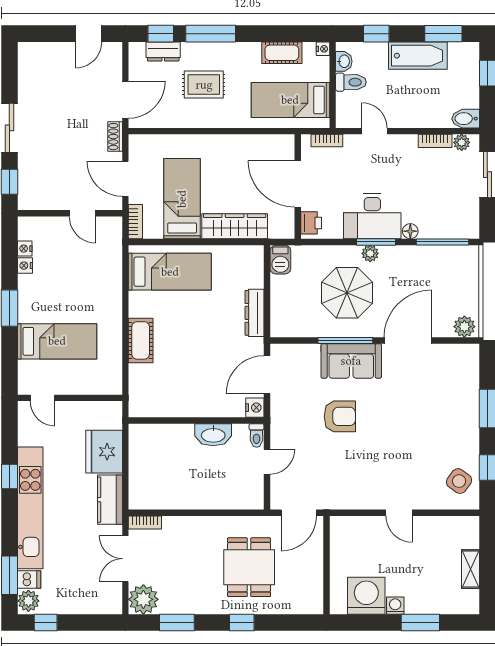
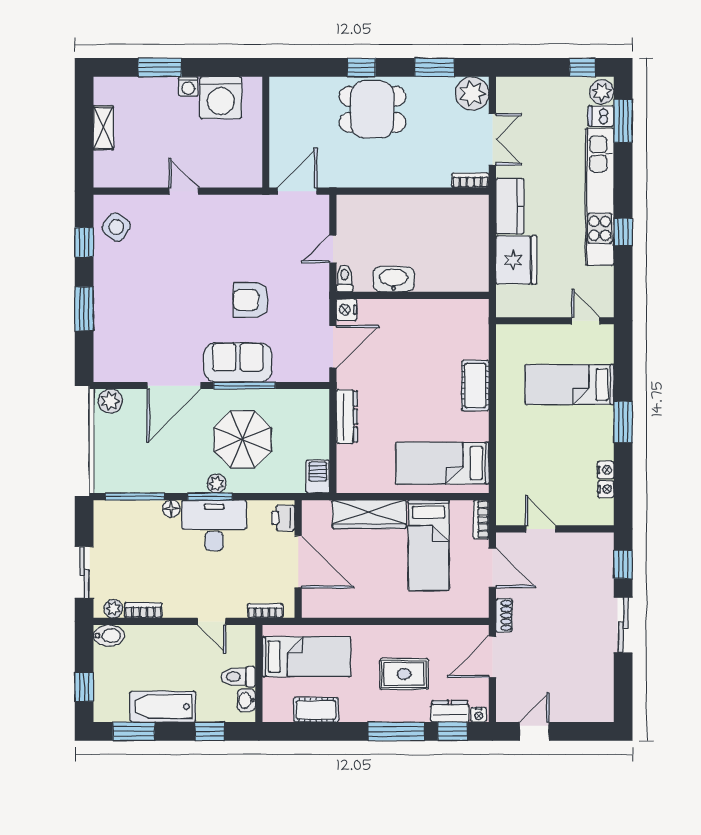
nightstand: (323, 49) -> (479, 715), moved, turned -90
dining table: (249, 567) -> (373, 109), moved, turned 90

